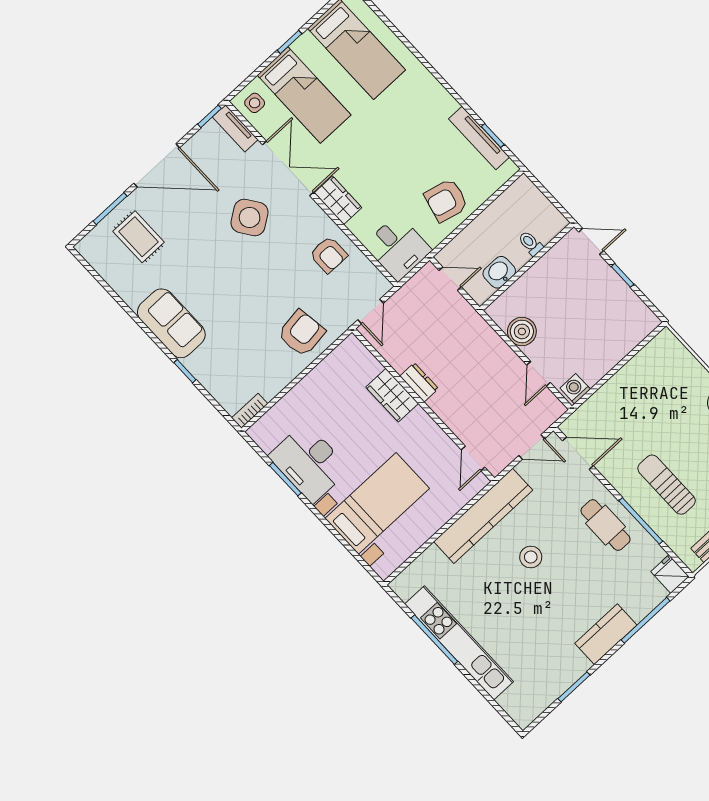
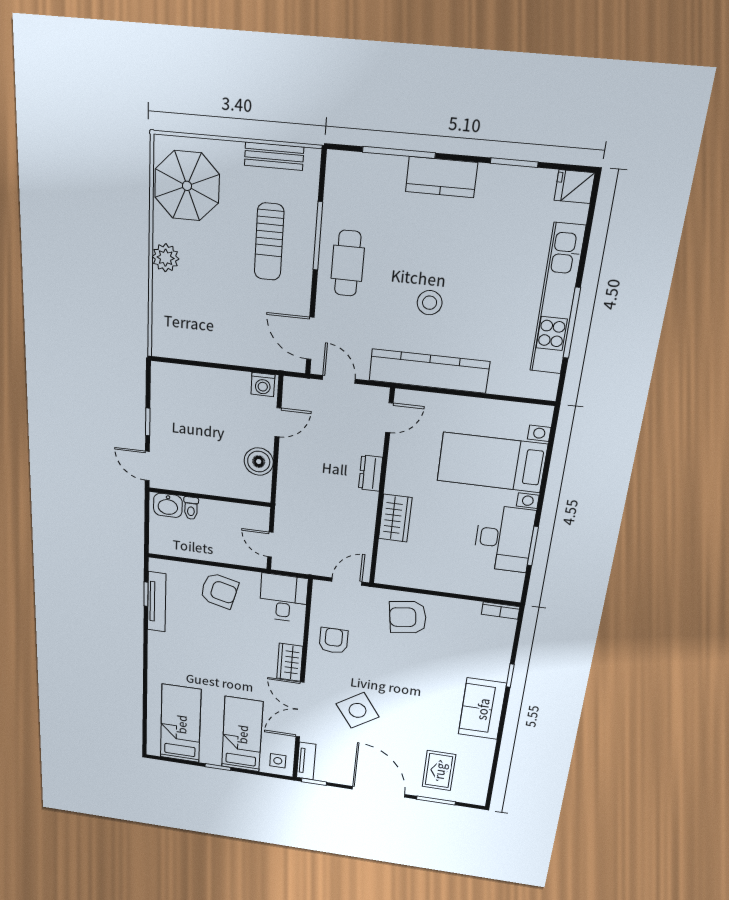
washbasin: (499, 272) -> (168, 505), moved
dresser: (419, 382) -> (371, 473), moved
fridge: (670, 574) -> (575, 187), moved, turned 90

